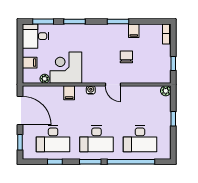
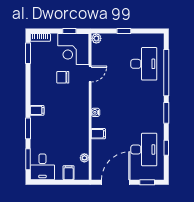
window: (118, 21) -> (28, 53), moved
filing cabinet: (134, 31) -> (37, 110), moved
corner desk: (66, 68) -> (73, 49), moved
door: (113, 84) -> (90, 74), moved
desk: (97, 139) -> (144, 107), removed

